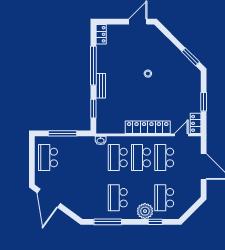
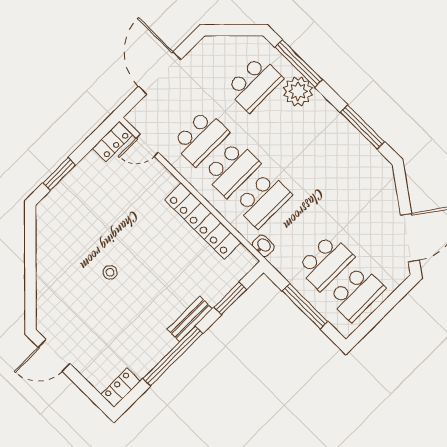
window: (191, 57) -> (30, 238), removed
window: (204, 102) -> (59, 174), moved
locker: (148, 127) -> (203, 221), moved
school desk: (118, 198) -> (325, 262), moved
window: (155, 222) -> (299, 64), width x2.17

